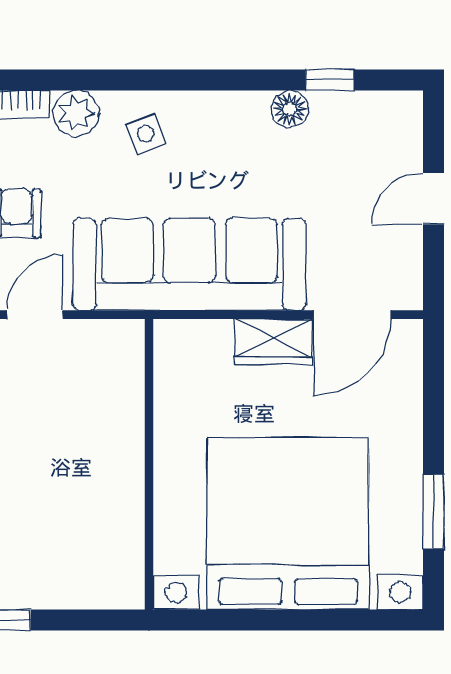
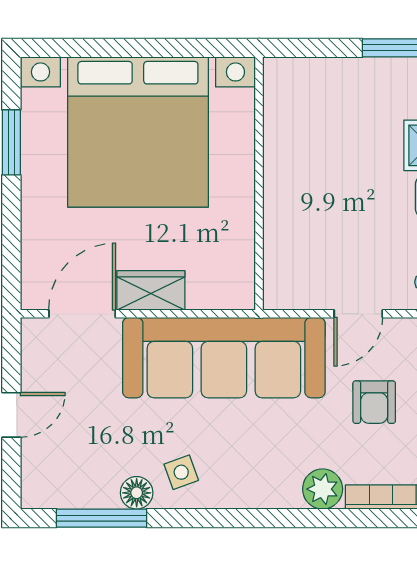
window: (330, 80) -> (102, 518), width x2.17
side table: (146, 134) -> (181, 472), moved

